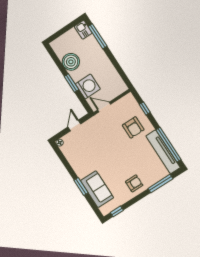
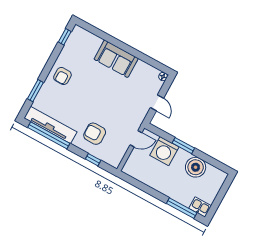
window: (160, 184) -> (35, 91), width x0.69
window: (81, 186) -> (116, 43), removed
sofa: (97, 189) -> (116, 59), moved

